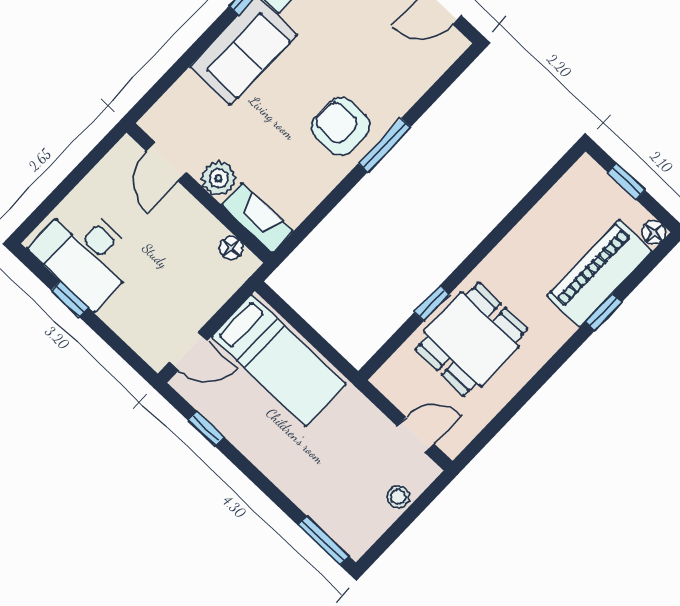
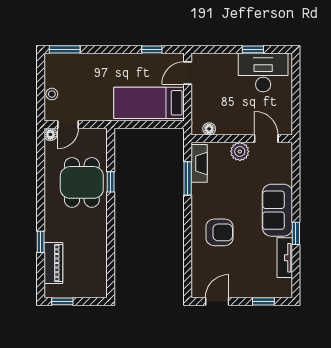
armchair: (341, 127) -> (220, 232), moved
window: (384, 145) -> (188, 178), moved
window: (627, 181) -> (62, 301), moved
fireplace: (257, 218) -> (199, 163), moved, turned -90
floor lamp: (654, 233) -> (50, 134), moved
piano: (600, 274) -> (53, 263), width x0.73, depth x0.75

